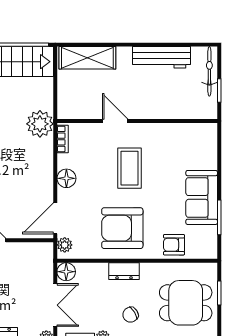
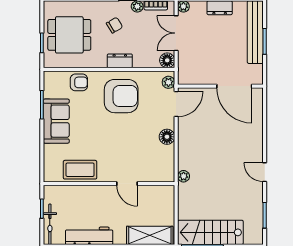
plant: (40, 124) -> (184, 176), width x0.53, depth x0.53
bookcase: (63, 139) -> (170, 169), removed
coffee table: (129, 168) -> (80, 170), moved, turned 90

